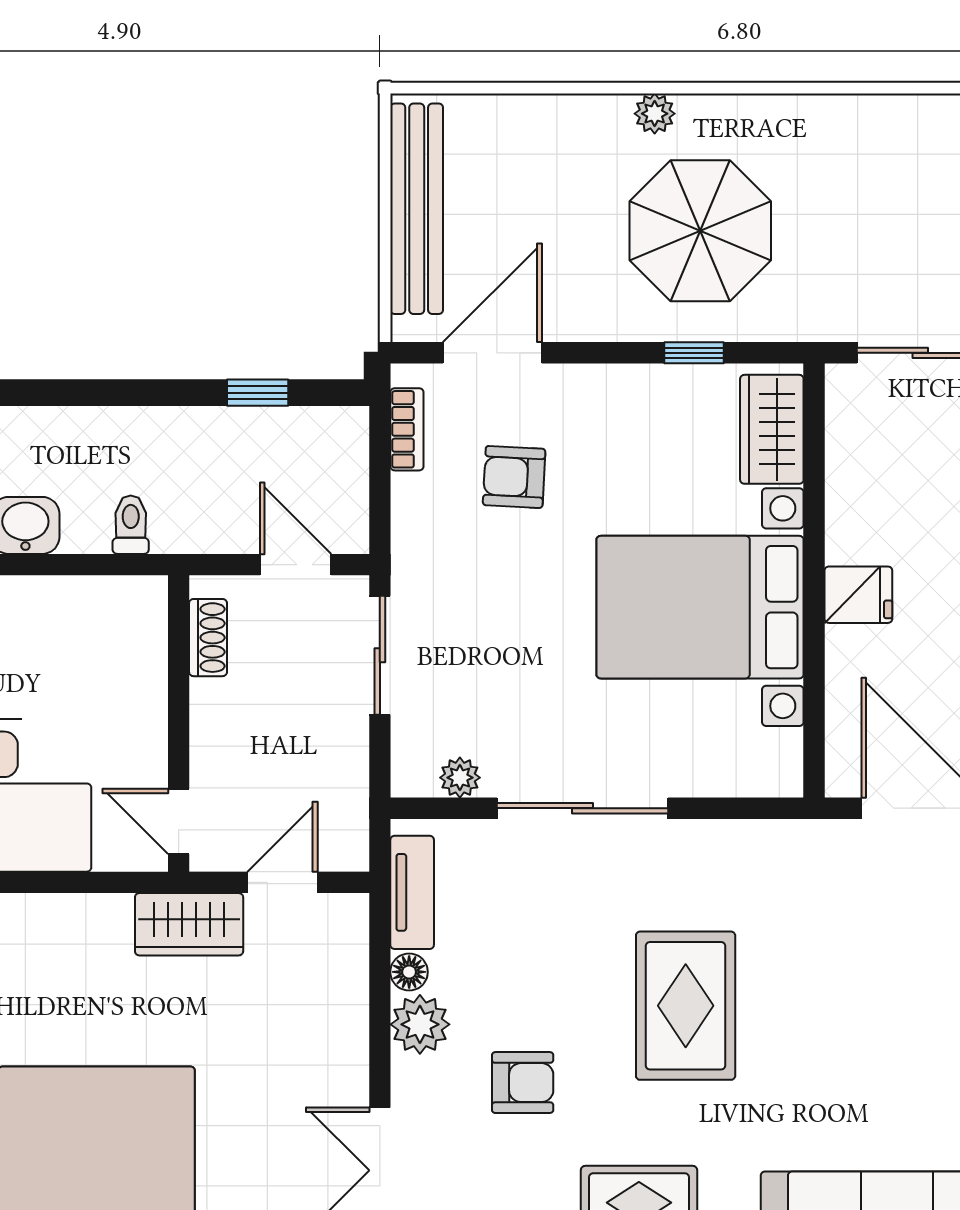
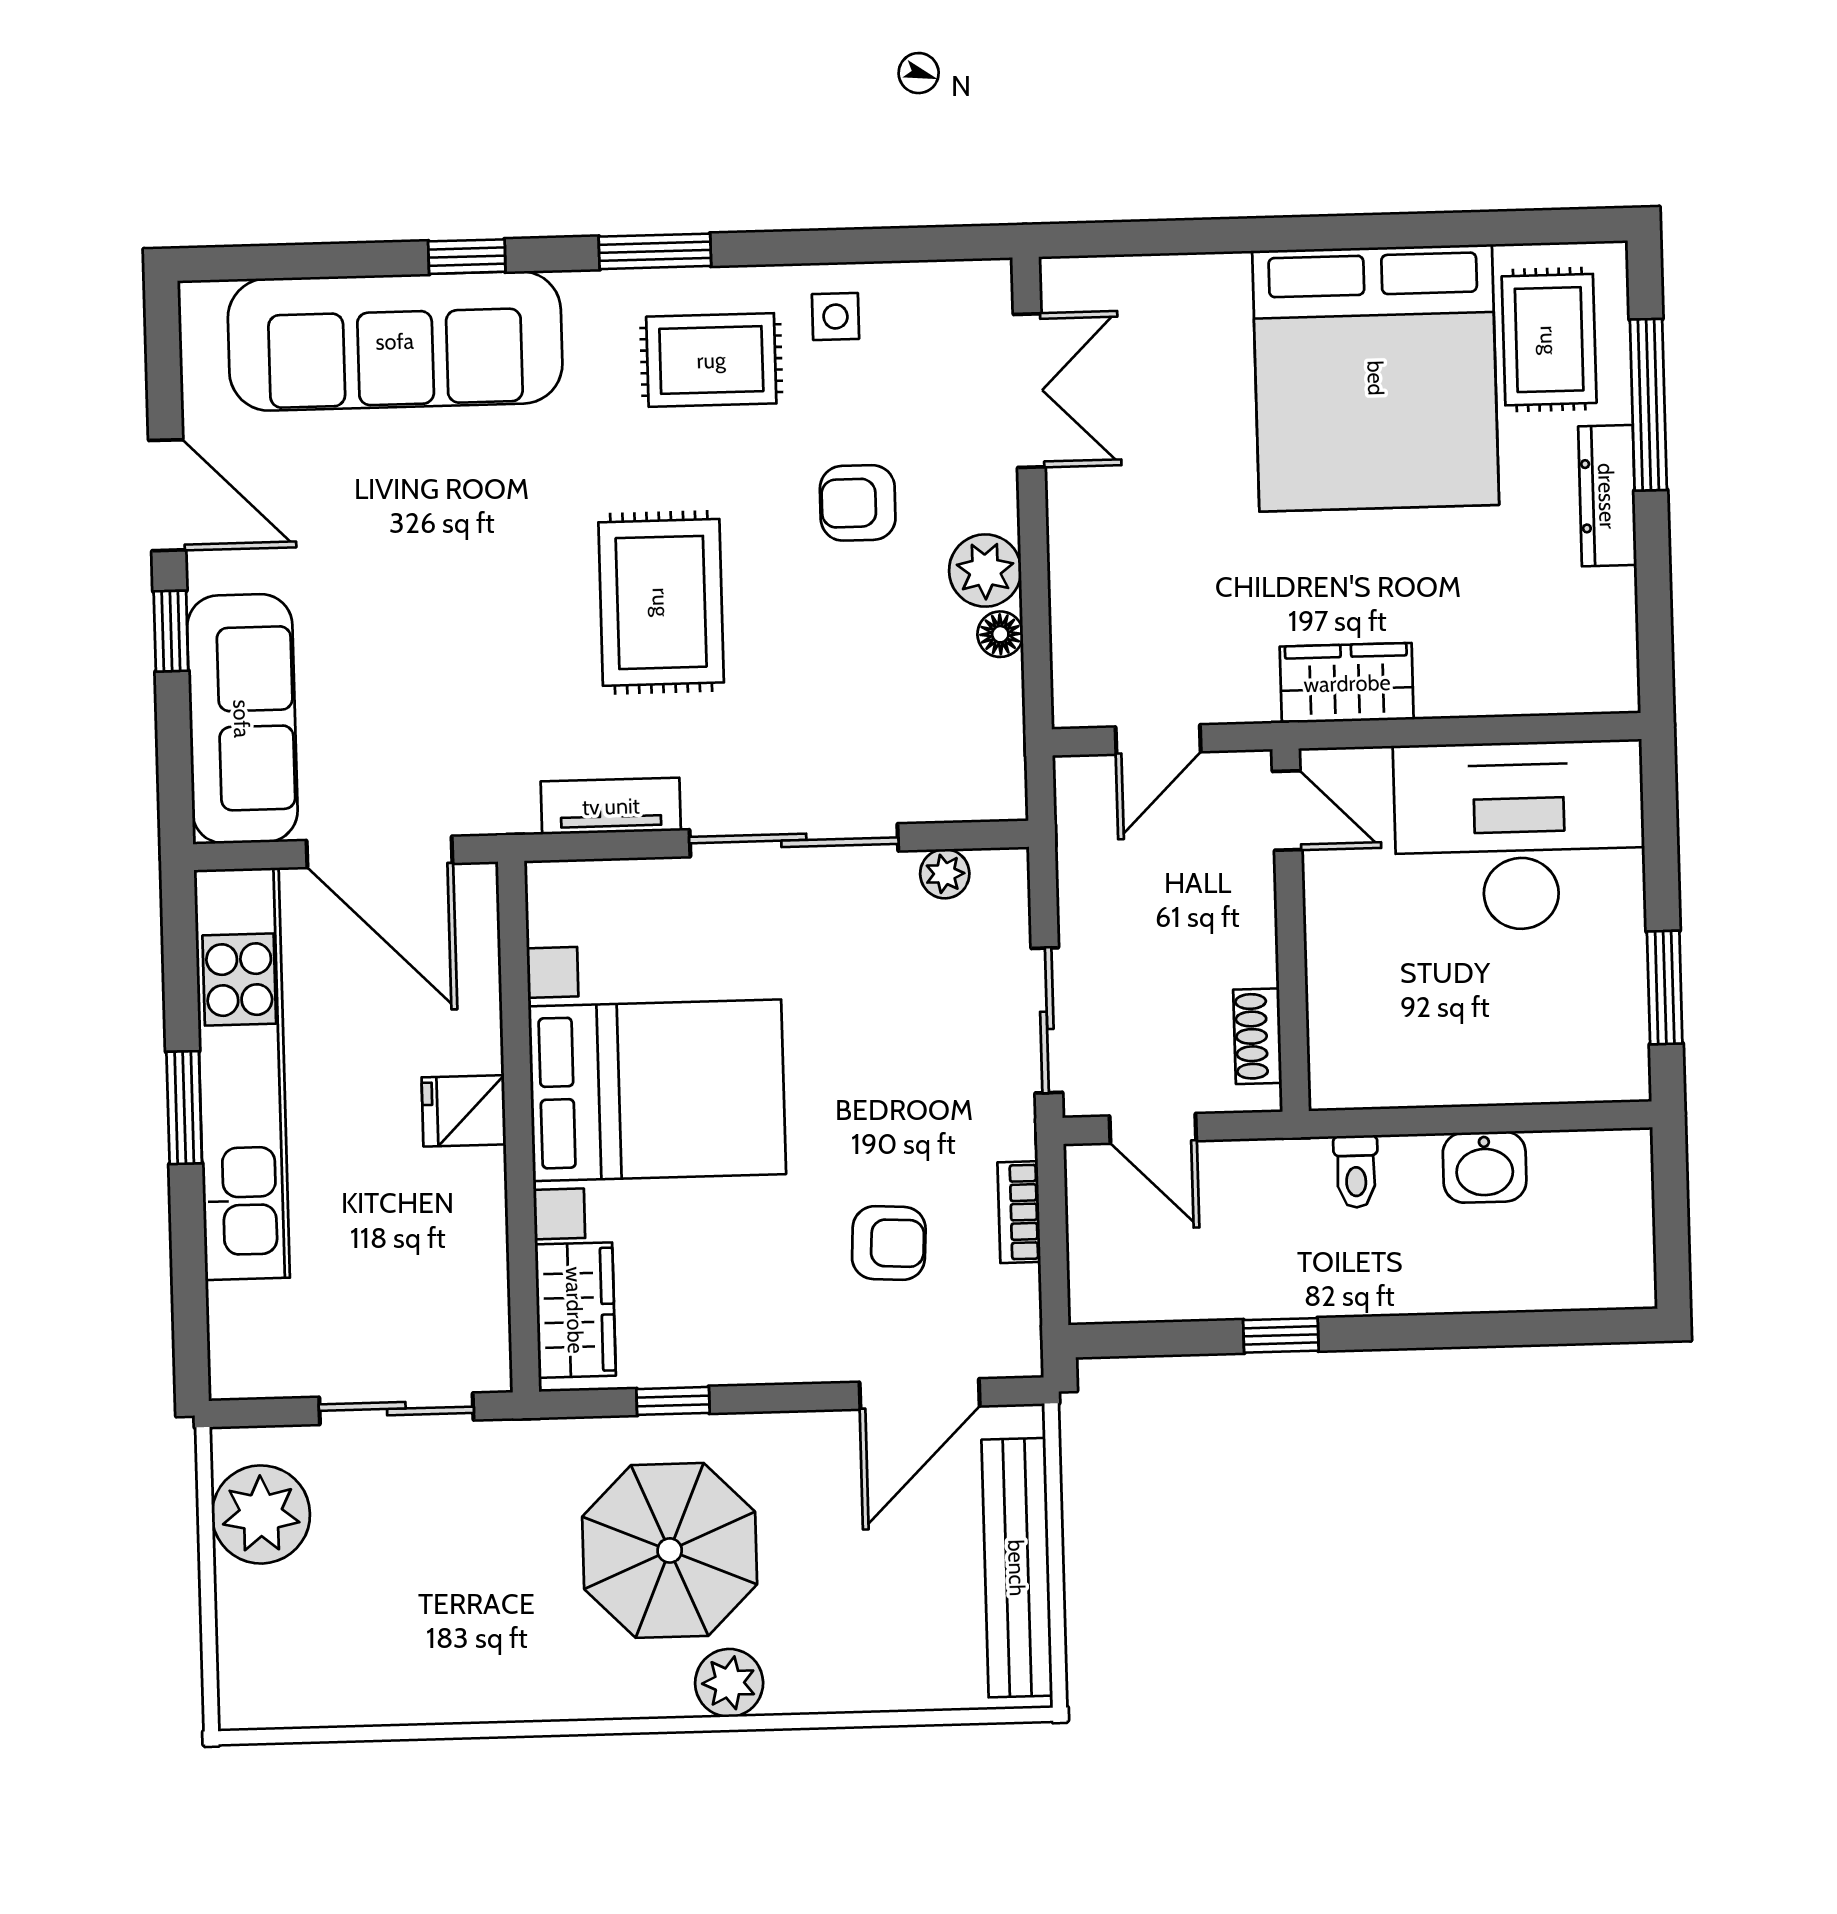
plant: (655, 114) -> (729, 1683), width x1.38, depth x1.38
window: (258, 393) -> (1281, 1335), moved
bookcase: (407, 429) -> (1019, 1212), moved
tv unit: (412, 892) -> (611, 806), moved, turned 90
wardrobe: (189, 924) -> (1347, 683), moved

